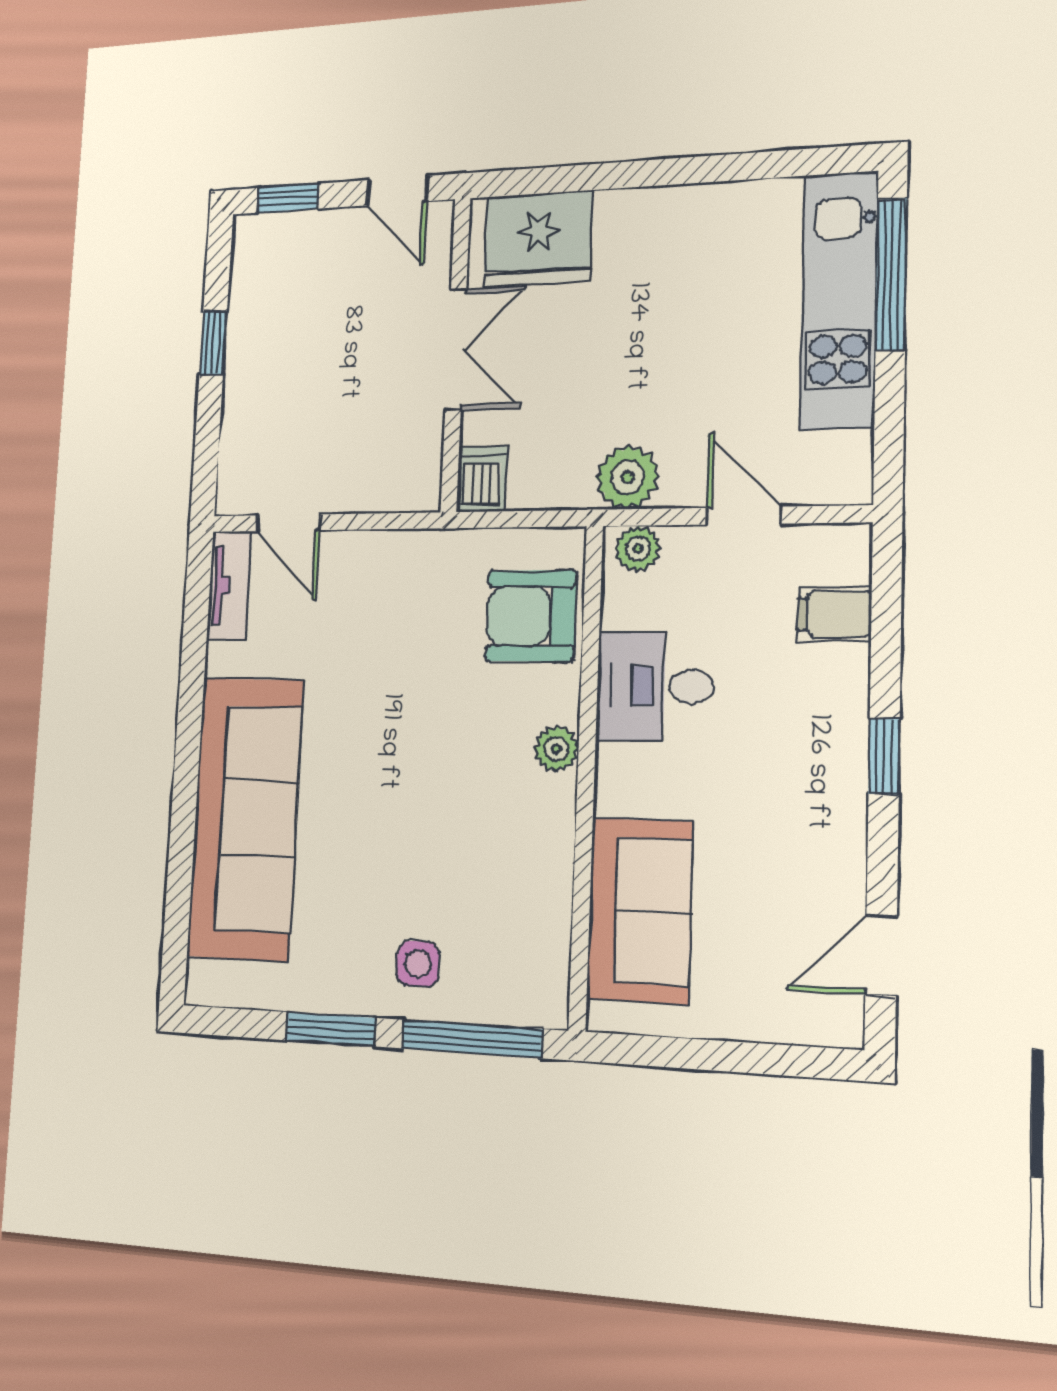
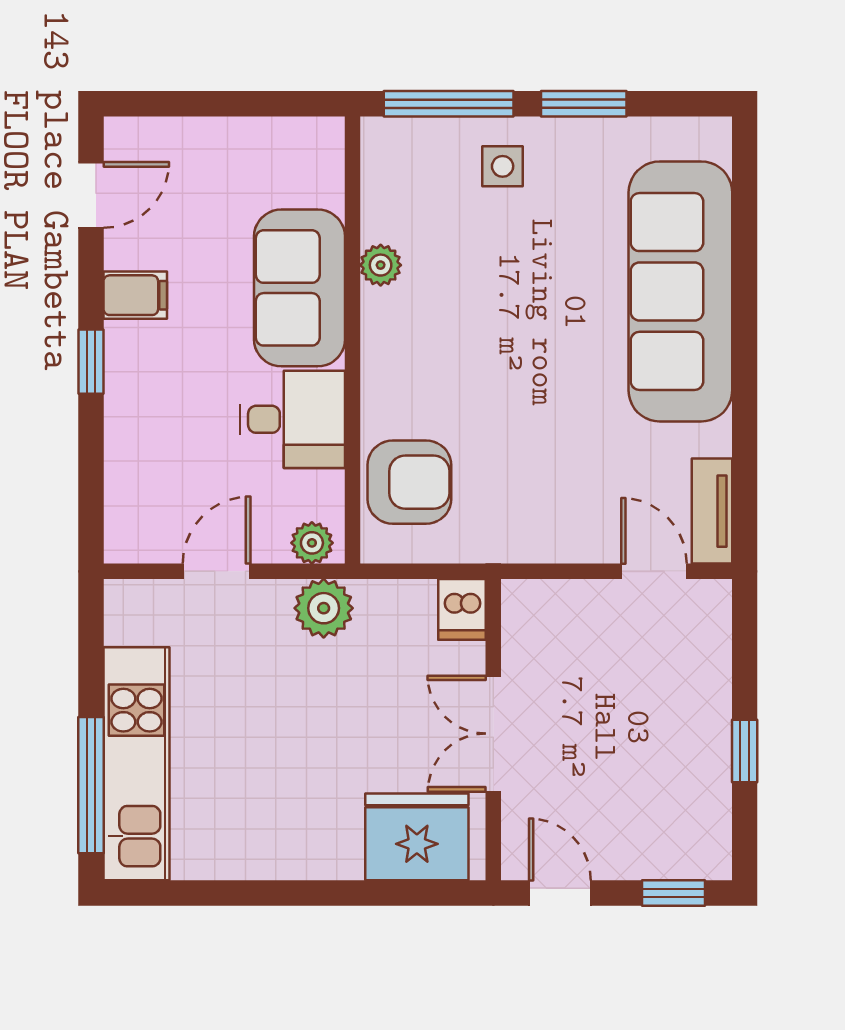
door: (744, 516) -> (217, 571), swing flipped
filing cabinet: (835, 614) -> (135, 295), moved
plant: (557, 749) -> (381, 265), moved
sofa: (640, 910) -> (300, 288), moved

